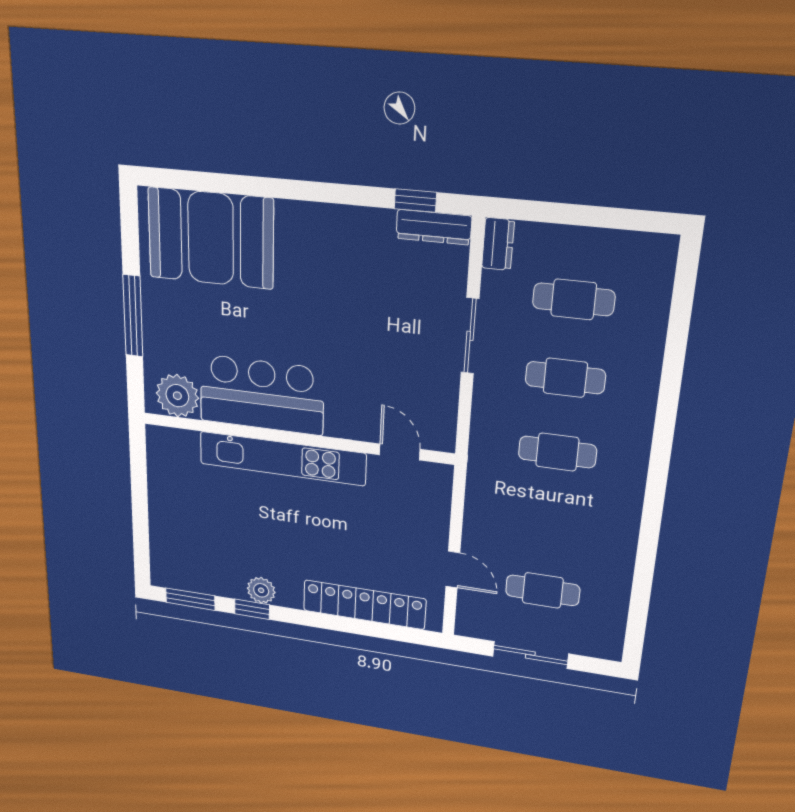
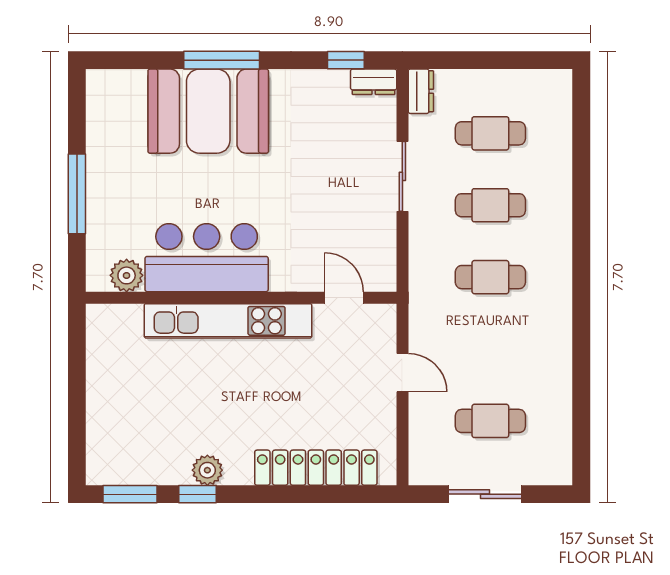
window: (279, 188) -> (222, 60), added
dresser: (434, 227) -> (374, 82), width x0.70
booth: (211, 238) -> (208, 111), moved
plant: (177, 396) -> (127, 275), width x0.73, depth x0.73
door: (453, 570) -> (402, 373), moved

